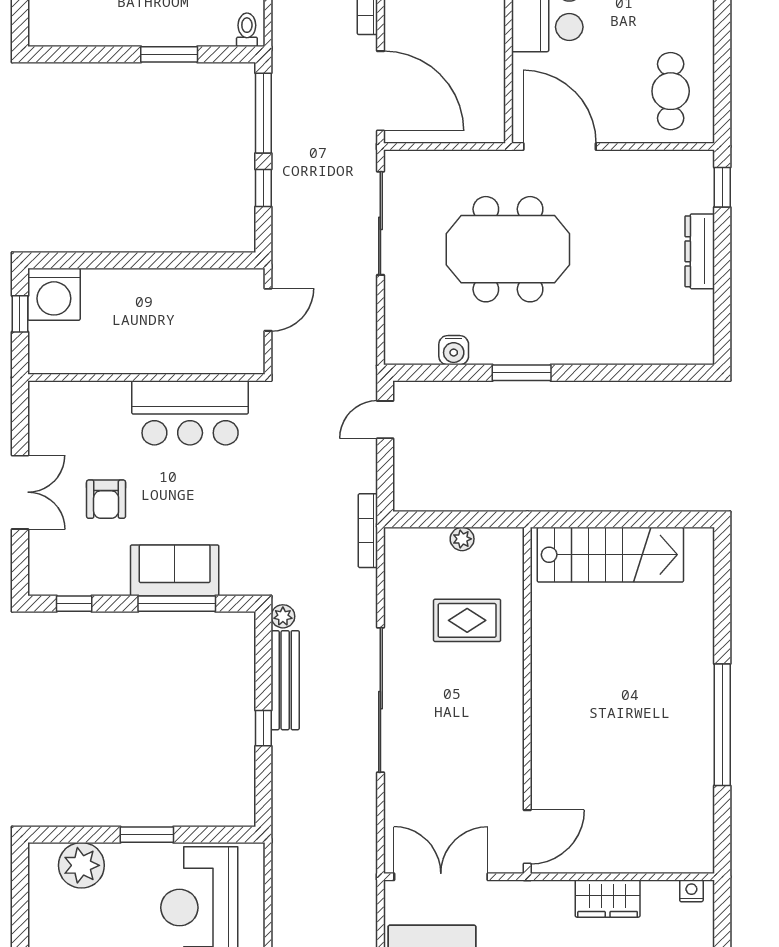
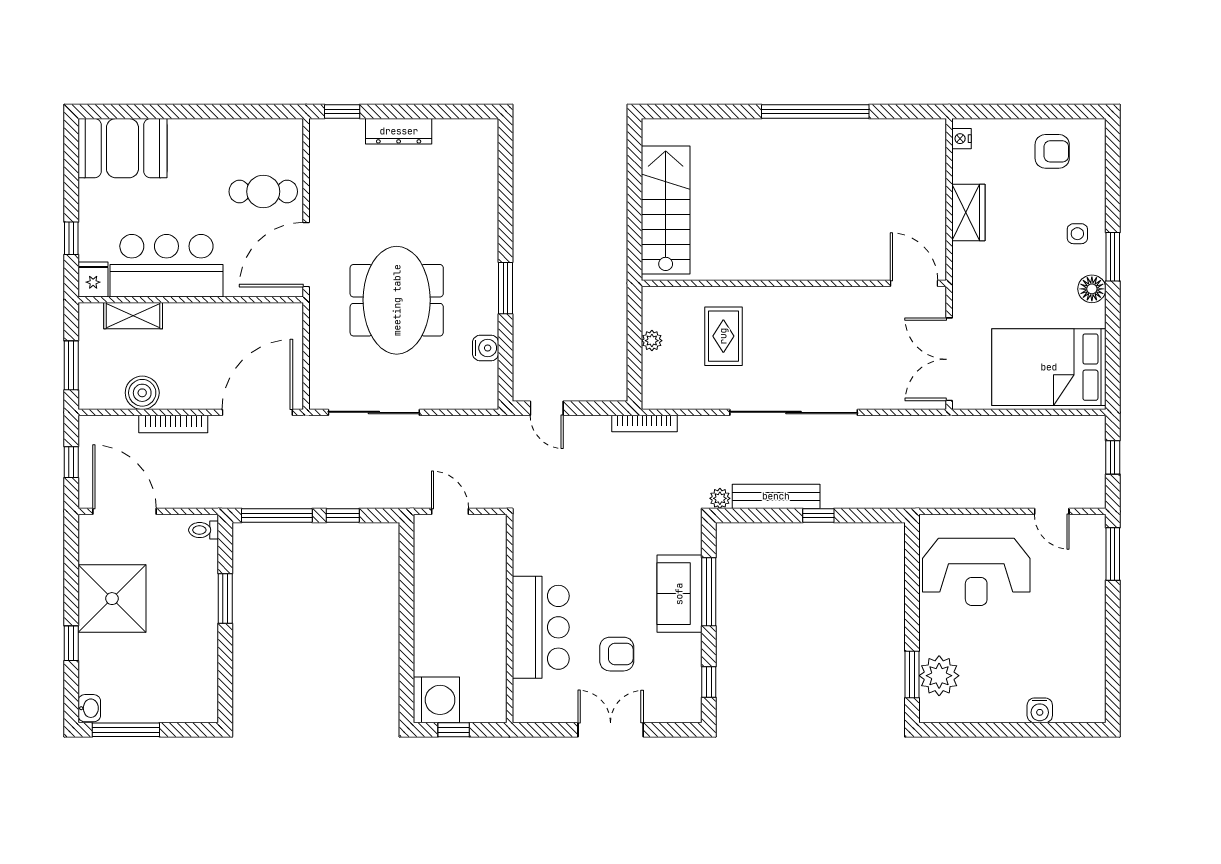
cafe table: (671, 91) -> (263, 192), moved
bar counter: (190, 413) -> (541, 627), moved
window: (147, 835) -> (912, 674), moved

